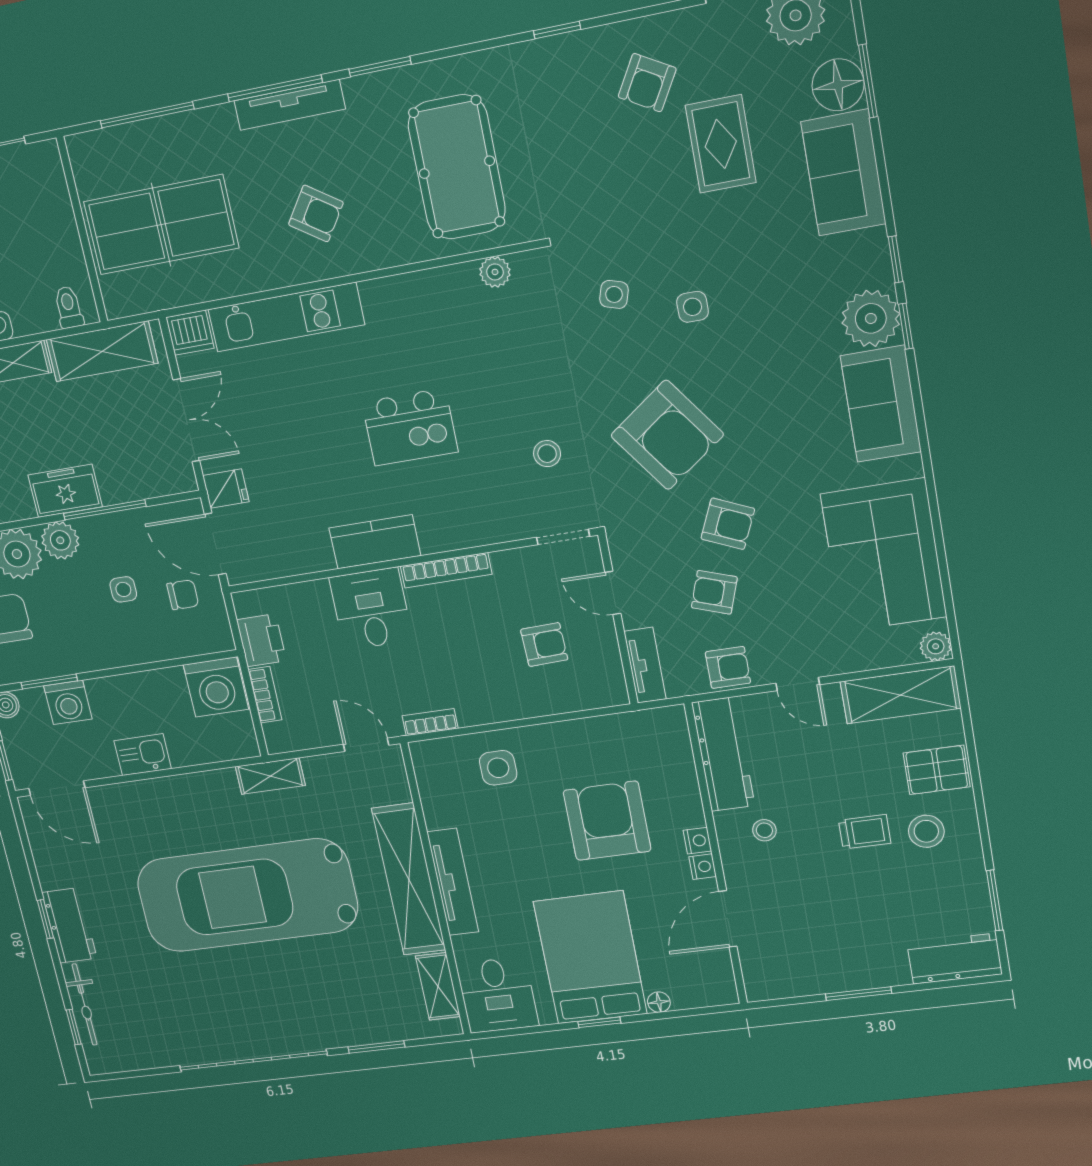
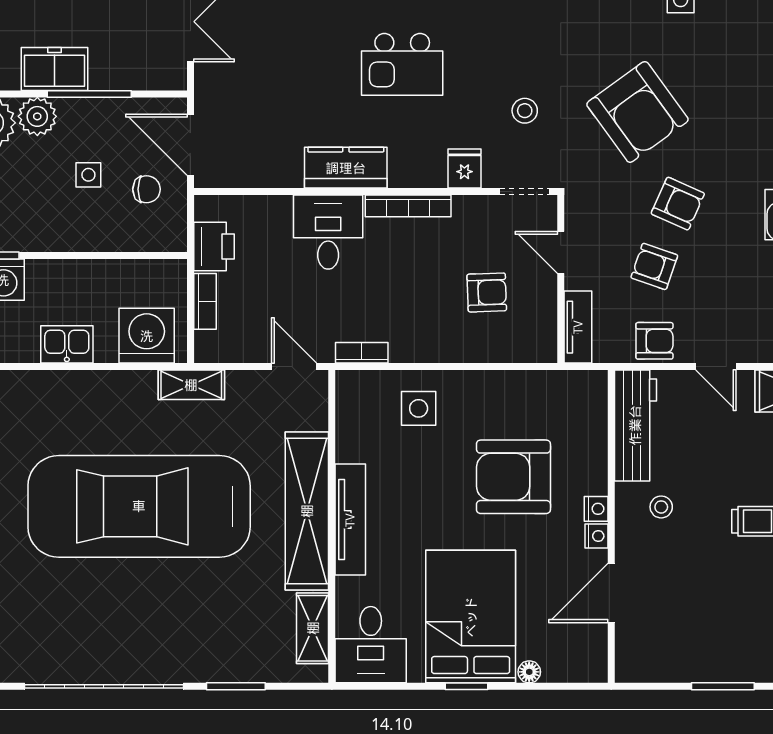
fridge: (226, 489) -> (464, 169), moved, turned -90
washing machine: (216, 687) -> (147, 336), moved, turned 180
armchair: (607, 821) -> (513, 477), turned -90

